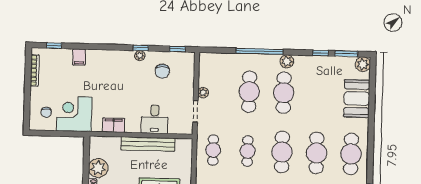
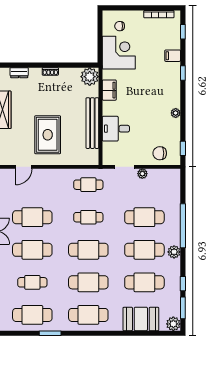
window: (141, 48) -> (183, 73), moved
chair: (162, 71) -> (160, 153), moved
cafe table: (318, 94) -> (144, 282), added
plant: (98, 168) -> (90, 77), moved

